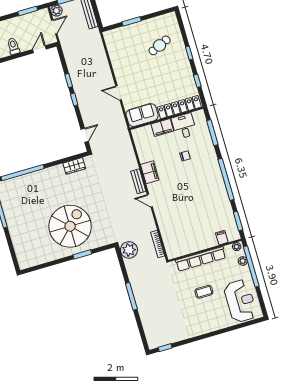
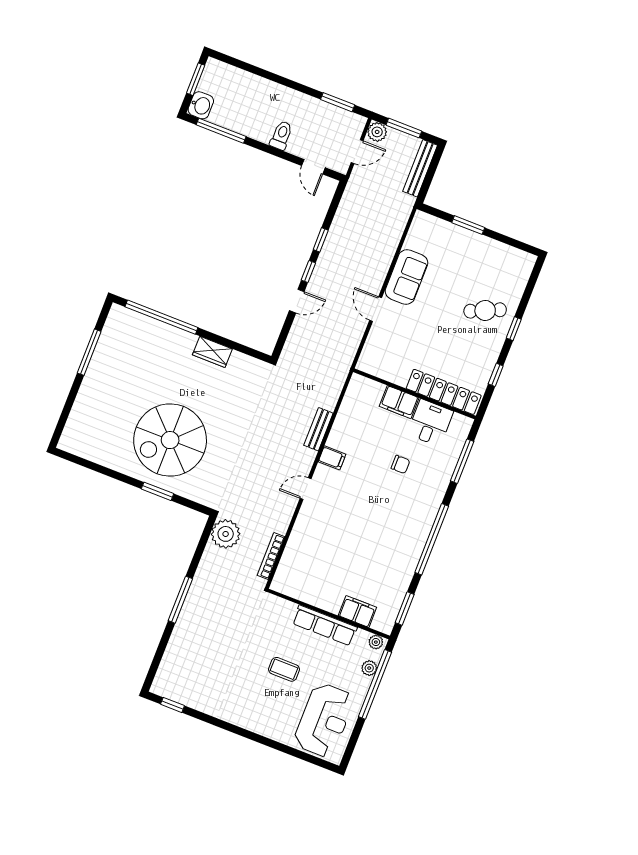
cafe table: (160, 45) -> (485, 310), moved
door: (39, 49) -> (313, 167), swing flipped
sofa: (142, 115) -> (406, 277), moved, turned 90
door: (85, 135) -> (297, 301), moved
wardrobe: (74, 166) -> (212, 352), moved
filing cabinet: (150, 172) -> (332, 458), width x0.50
bench: (138, 181) -> (318, 429), moved
door: (150, 201) -> (306, 489), hinge flipped
spiral stairs: (70, 226) -> (170, 440), turned 180
filing cabinet: (222, 238) -> (357, 611), width x2.00
row of seats: (201, 259) -> (325, 625), width x0.73

